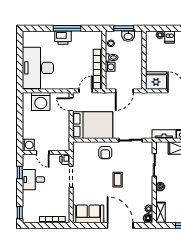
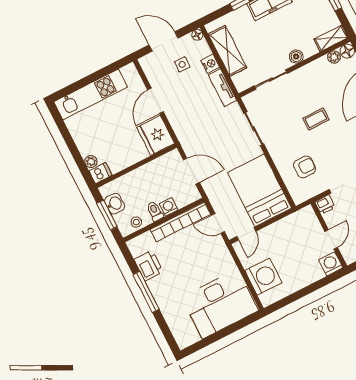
dishwasher: (170, 37) -> (101, 173), moved
printer: (63, 38) -> (149, 266), moved
armchair: (105, 153) -> (305, 167), moved

